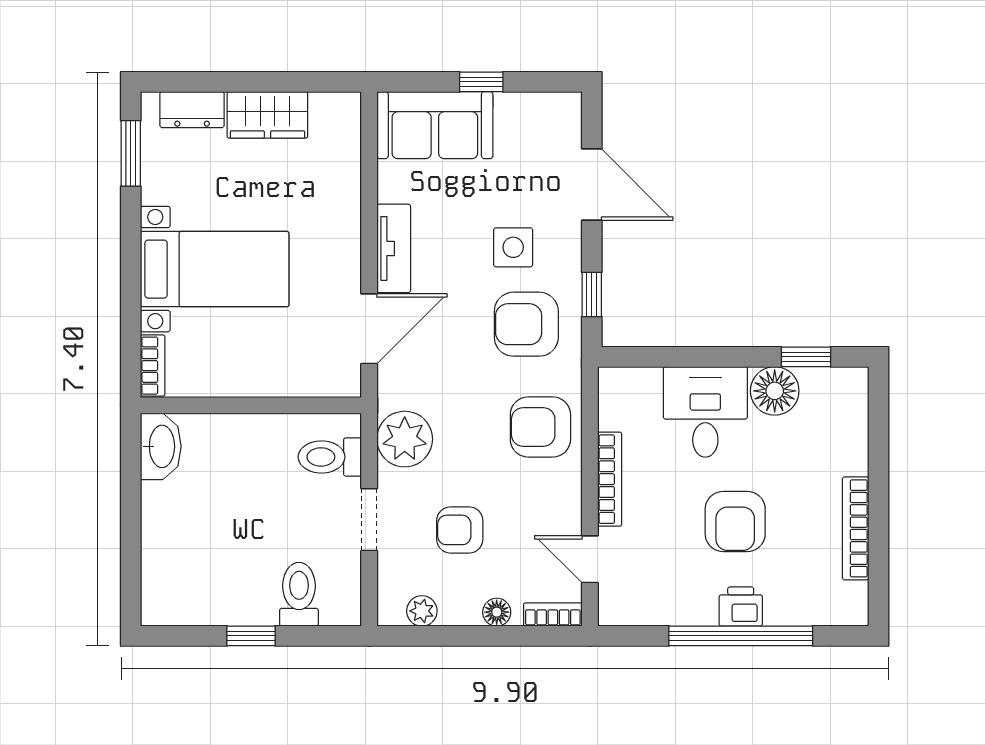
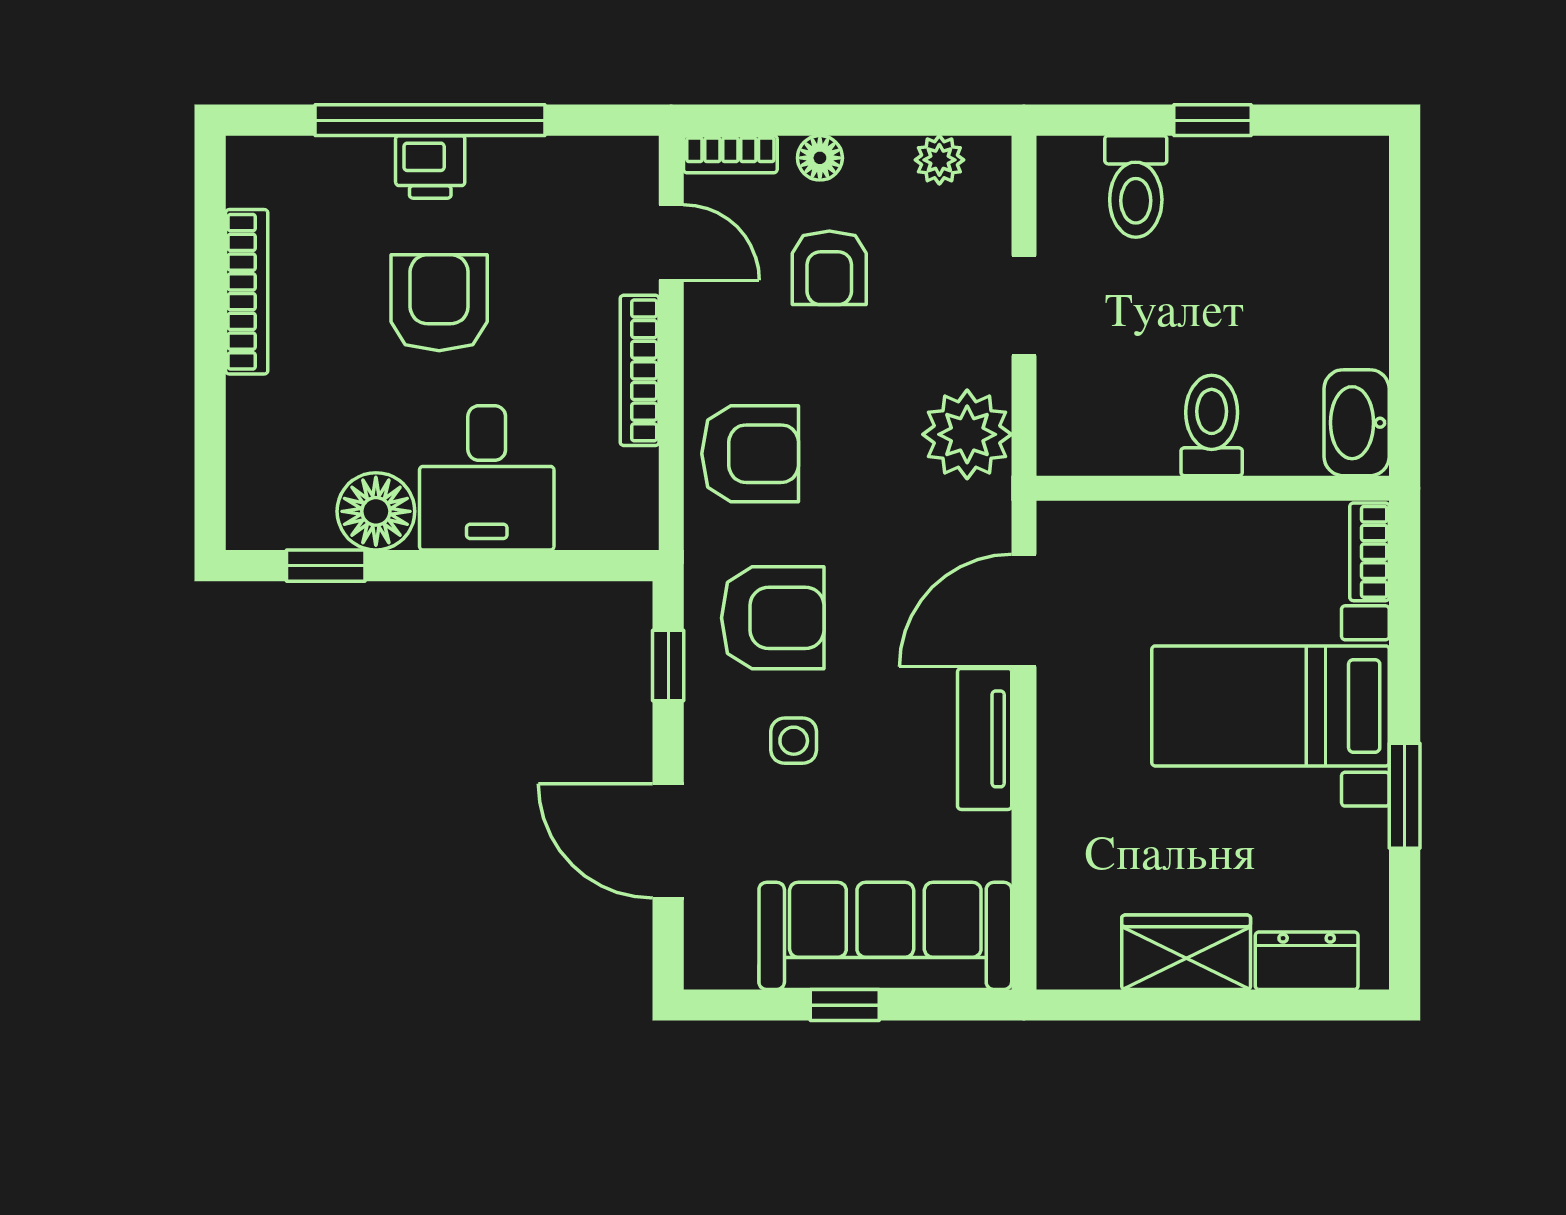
sofa: (435, 125) -> (885, 936), width x1.36
window: (131, 153) -> (1405, 796), moved
side table: (513, 247) -> (794, 741), width x0.73, depth x0.73
toilet: (330, 457) -> (1212, 426), moved, turned -90
armchair: (460, 530) -> (829, 268), moved, turned 90

